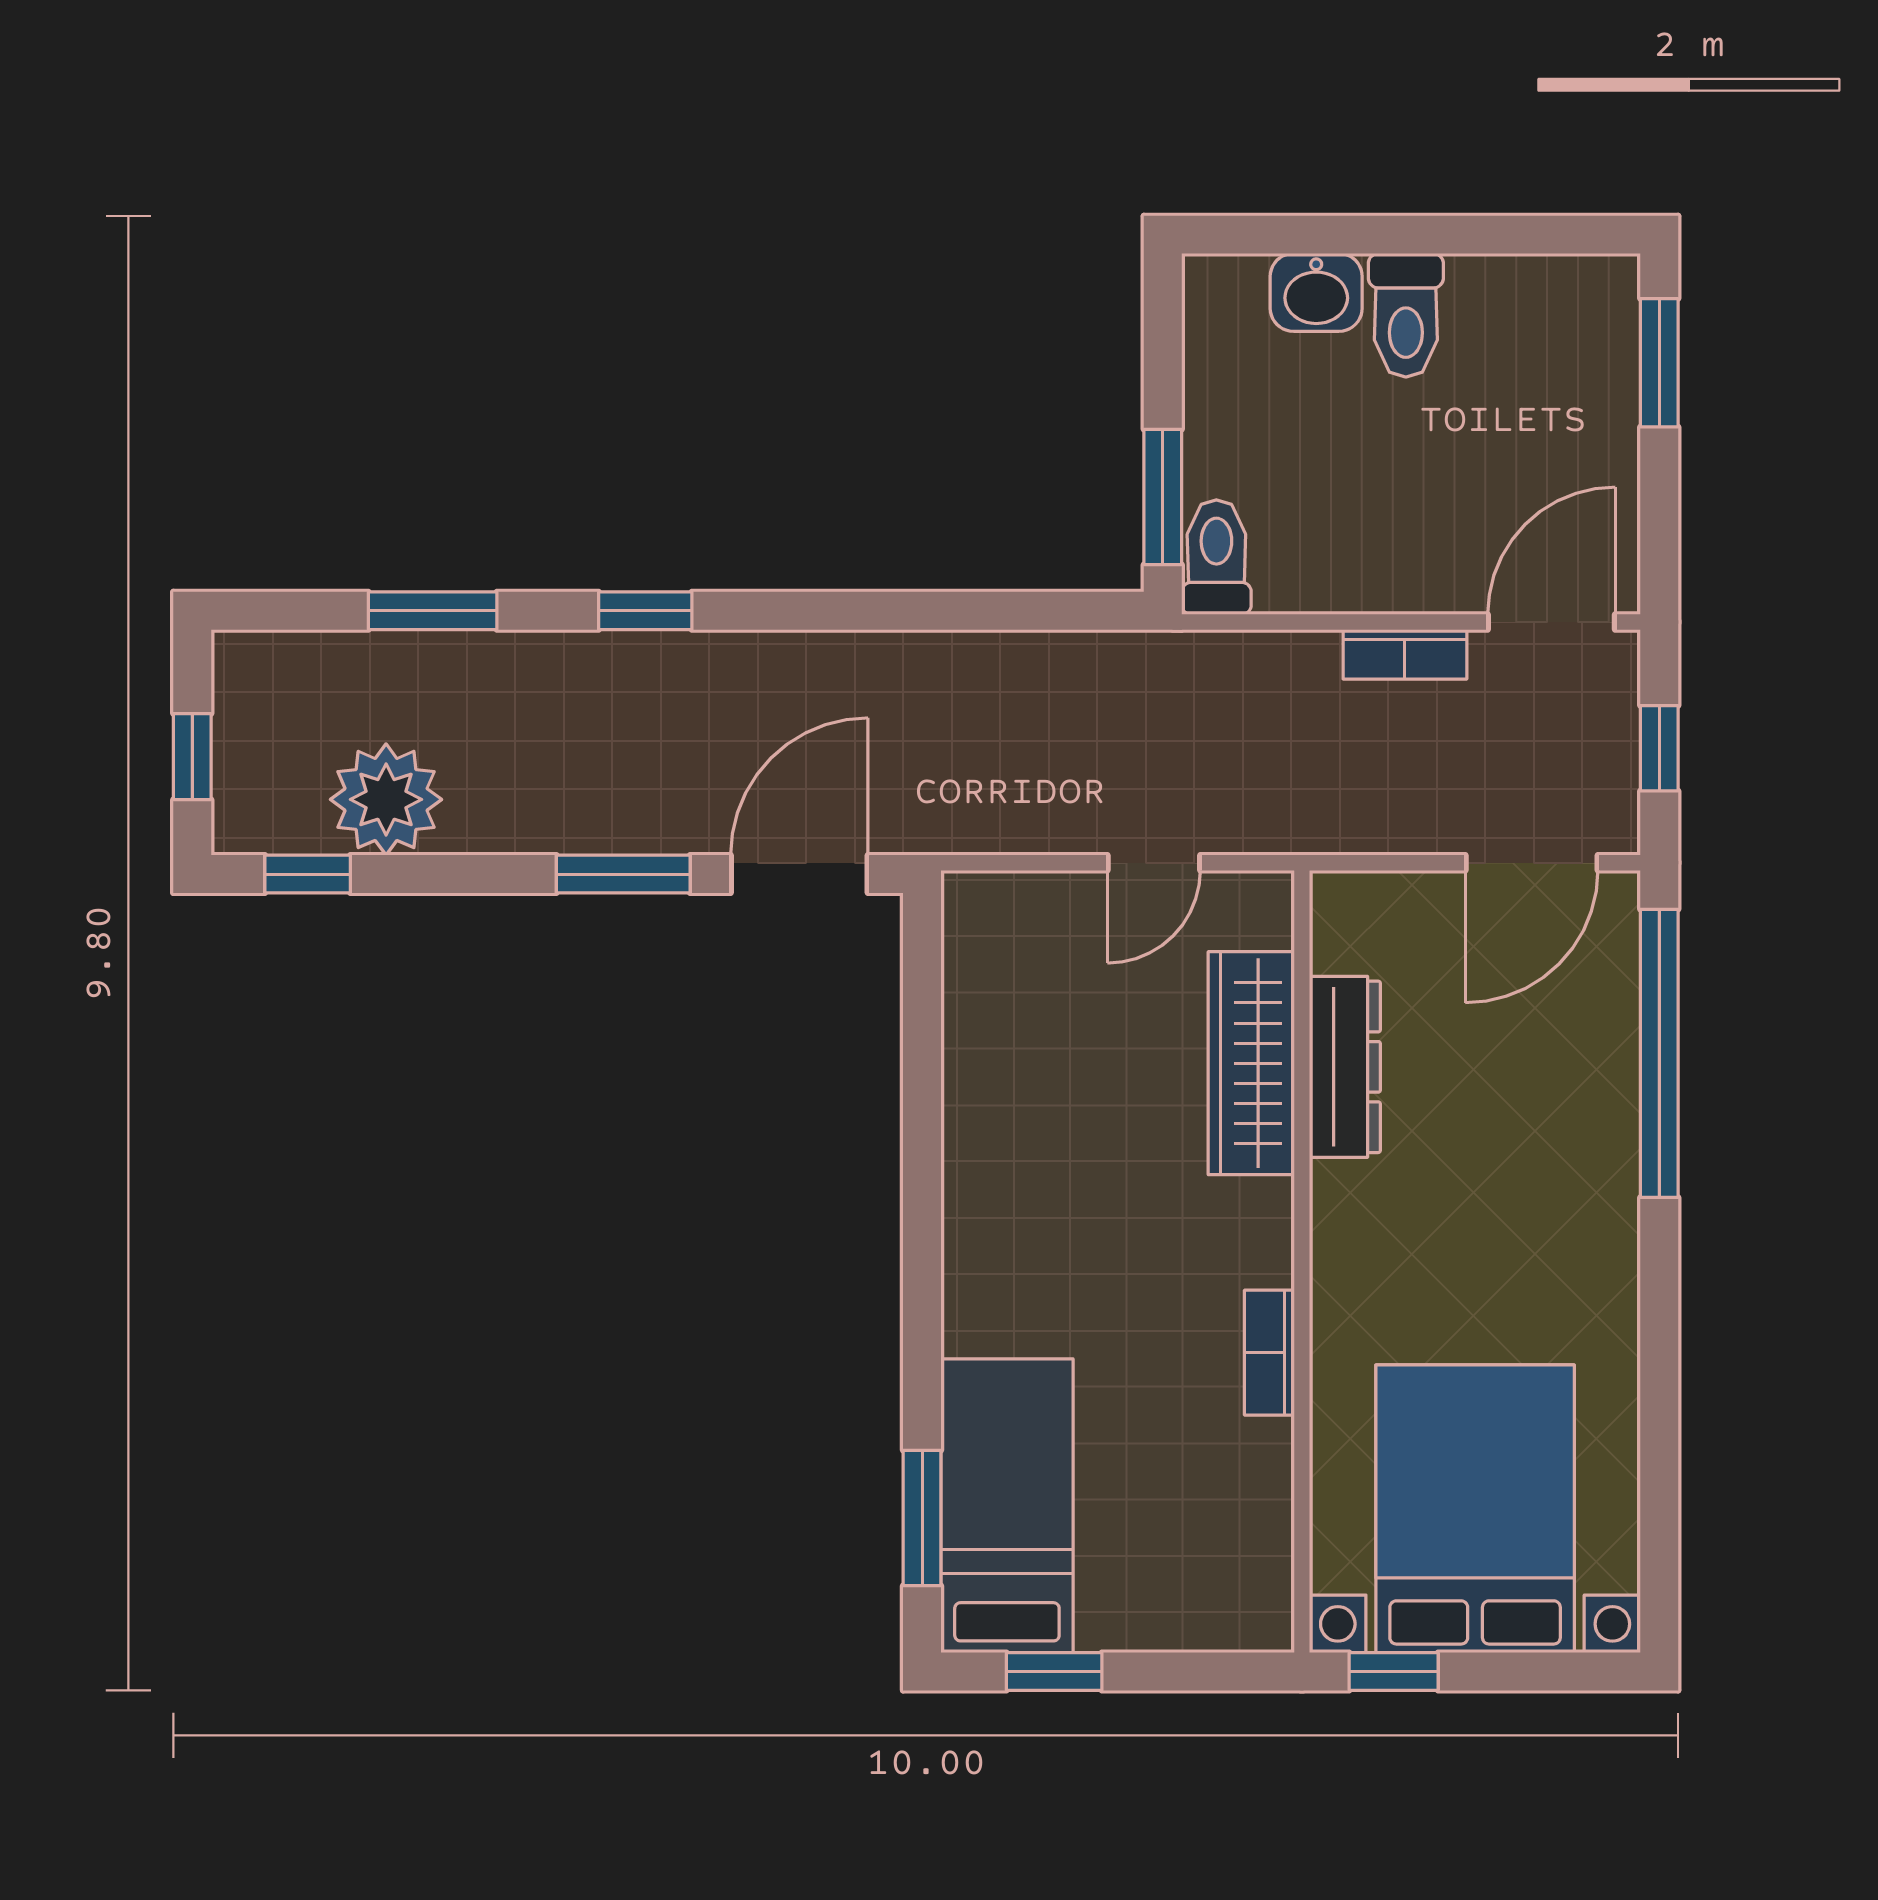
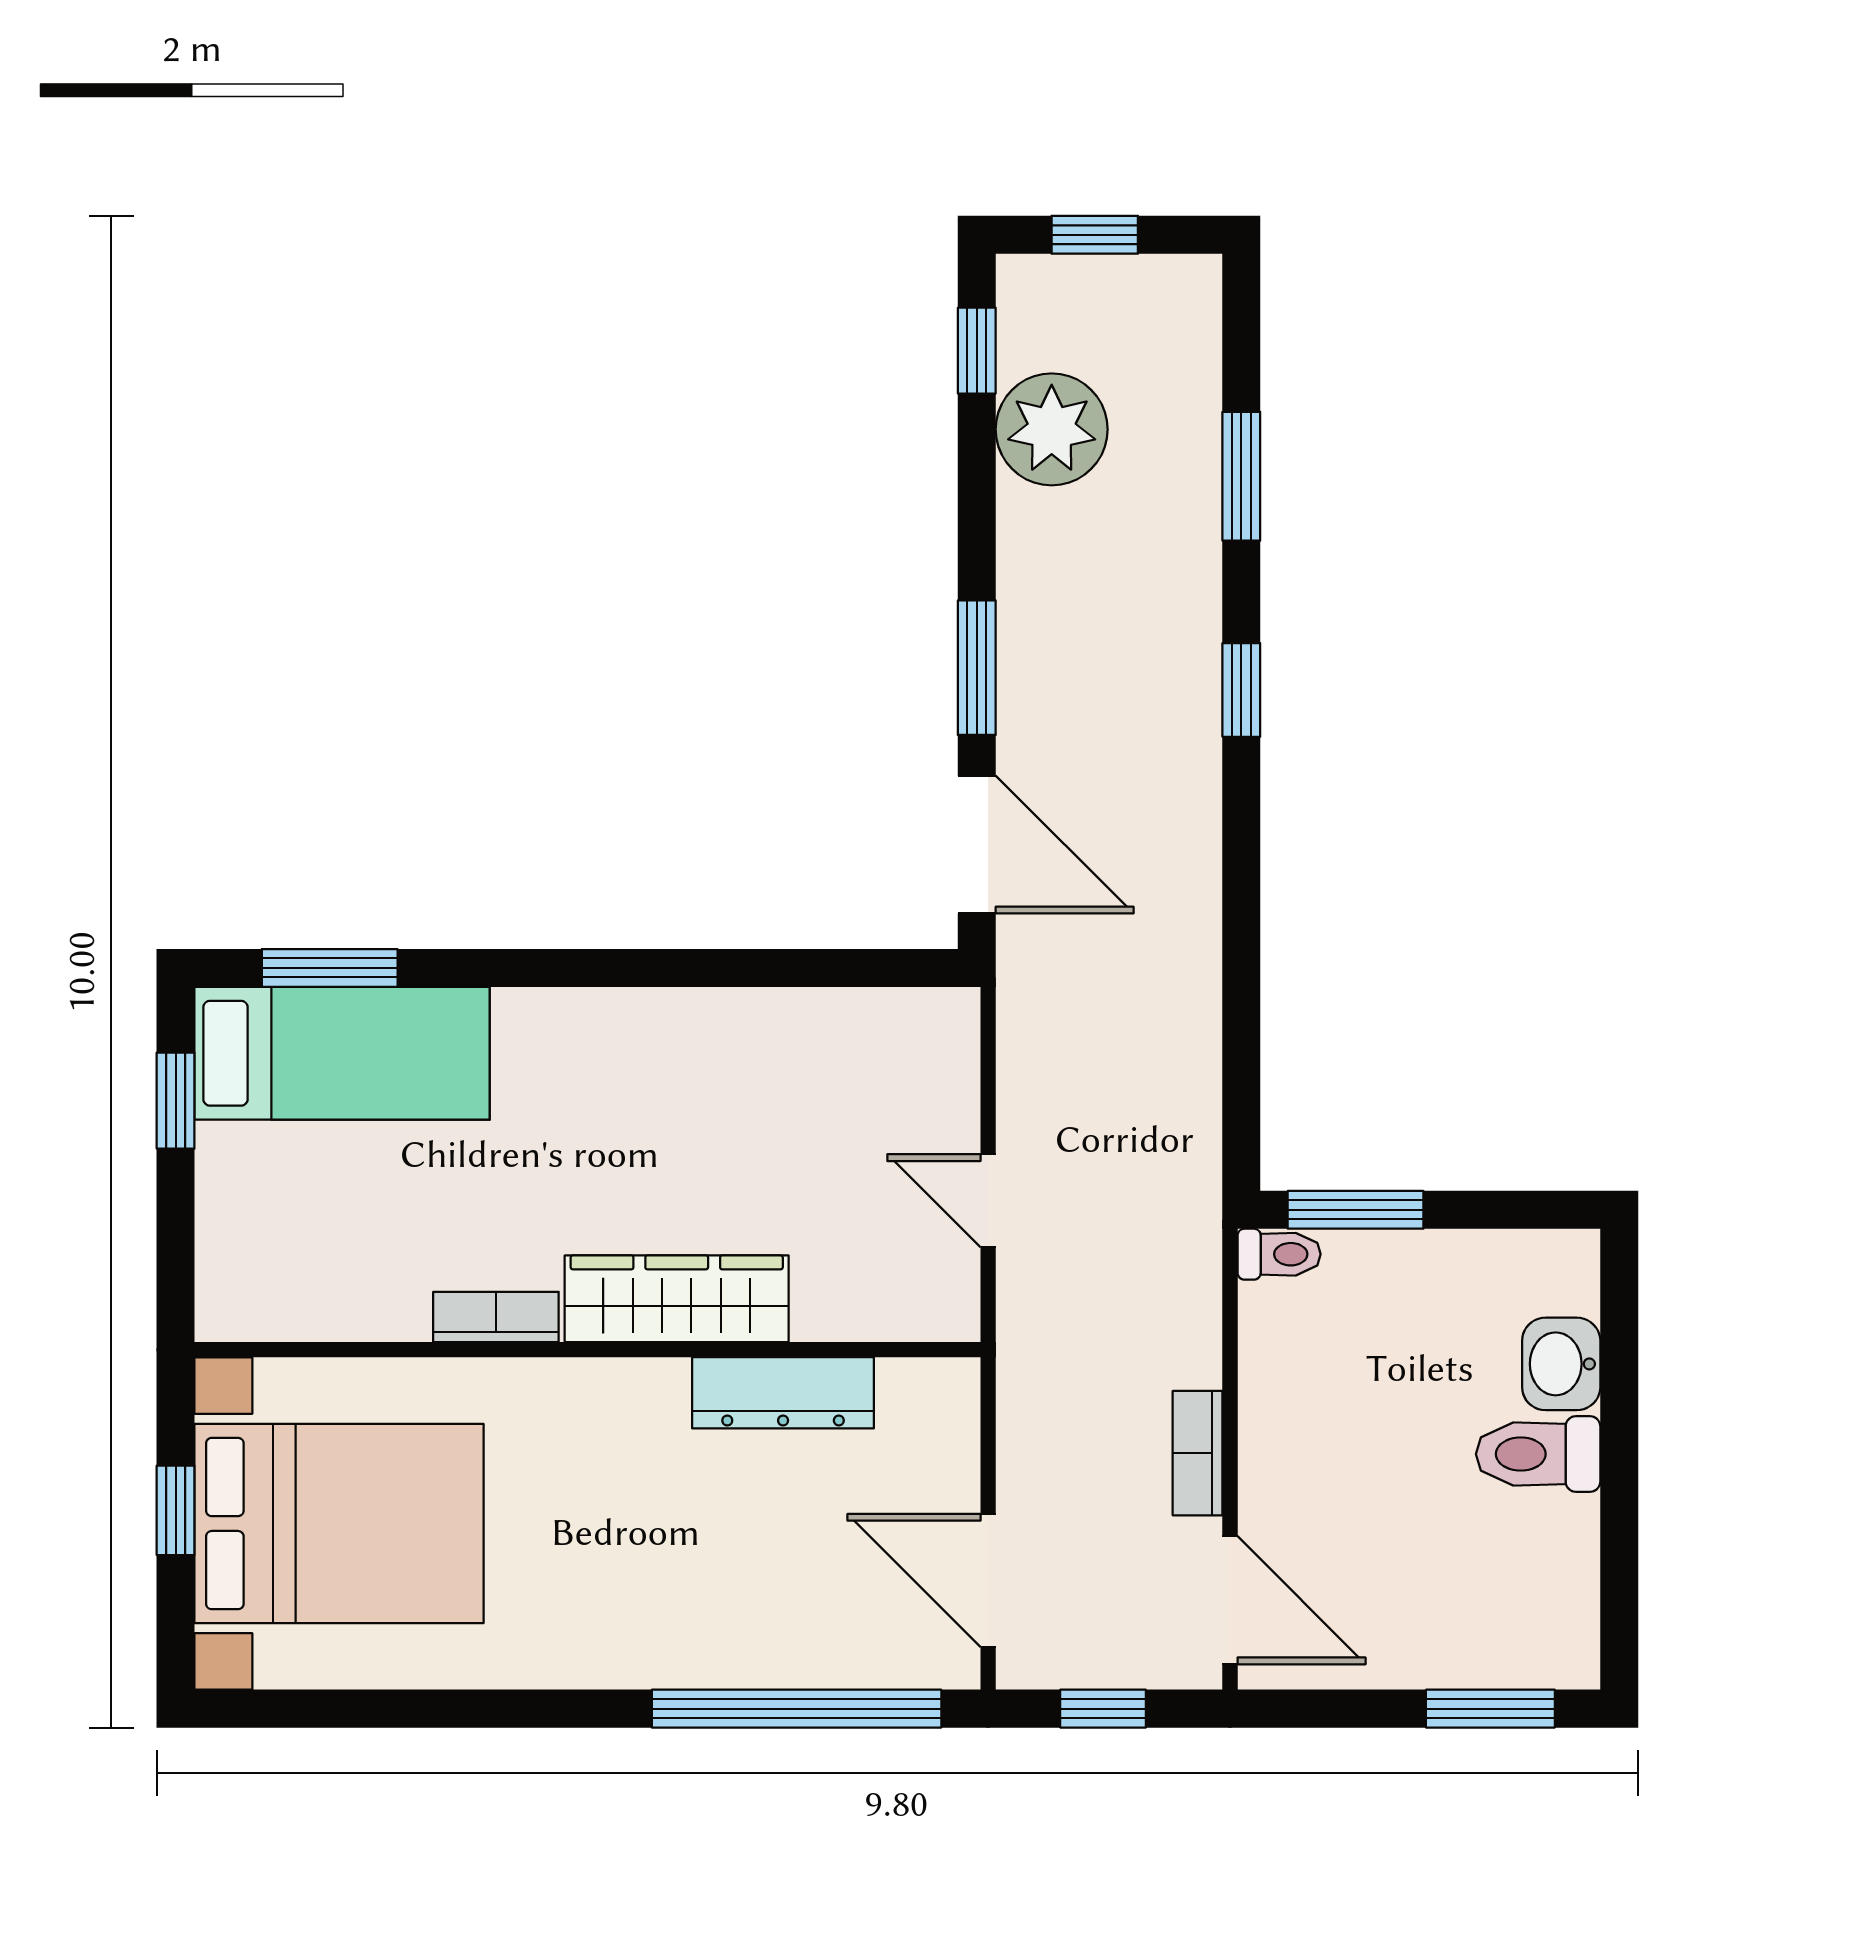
toilet: (1216, 557) -> (1279, 1254), width x0.73, depth x0.72
wardrobe: (1251, 1063) -> (677, 1299), moved
window: (1394, 1671) -> (176, 1510), moved

